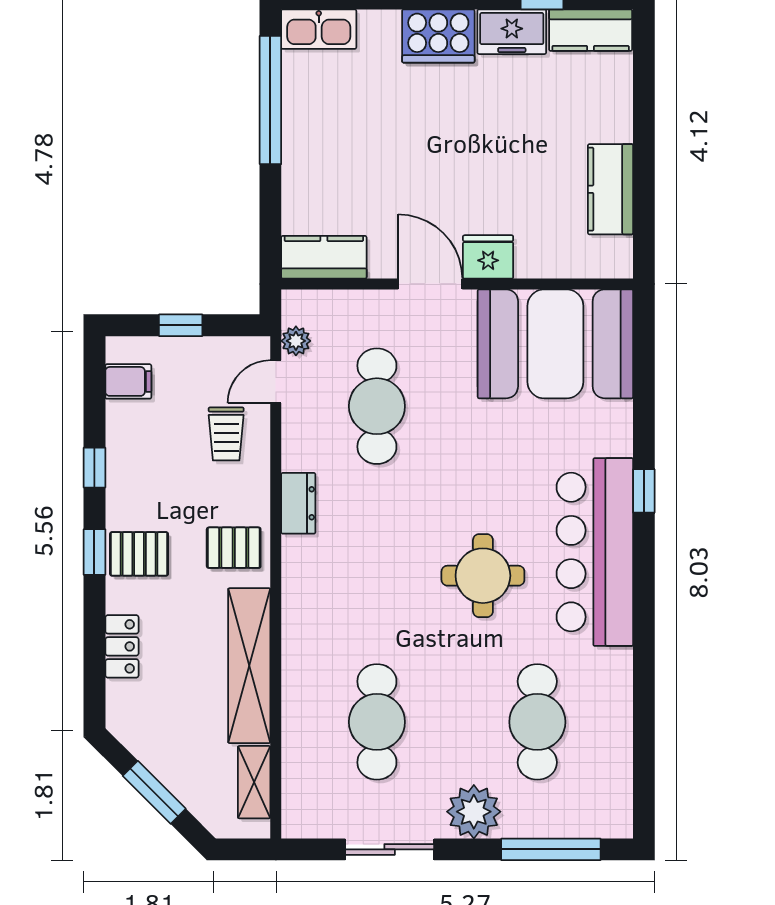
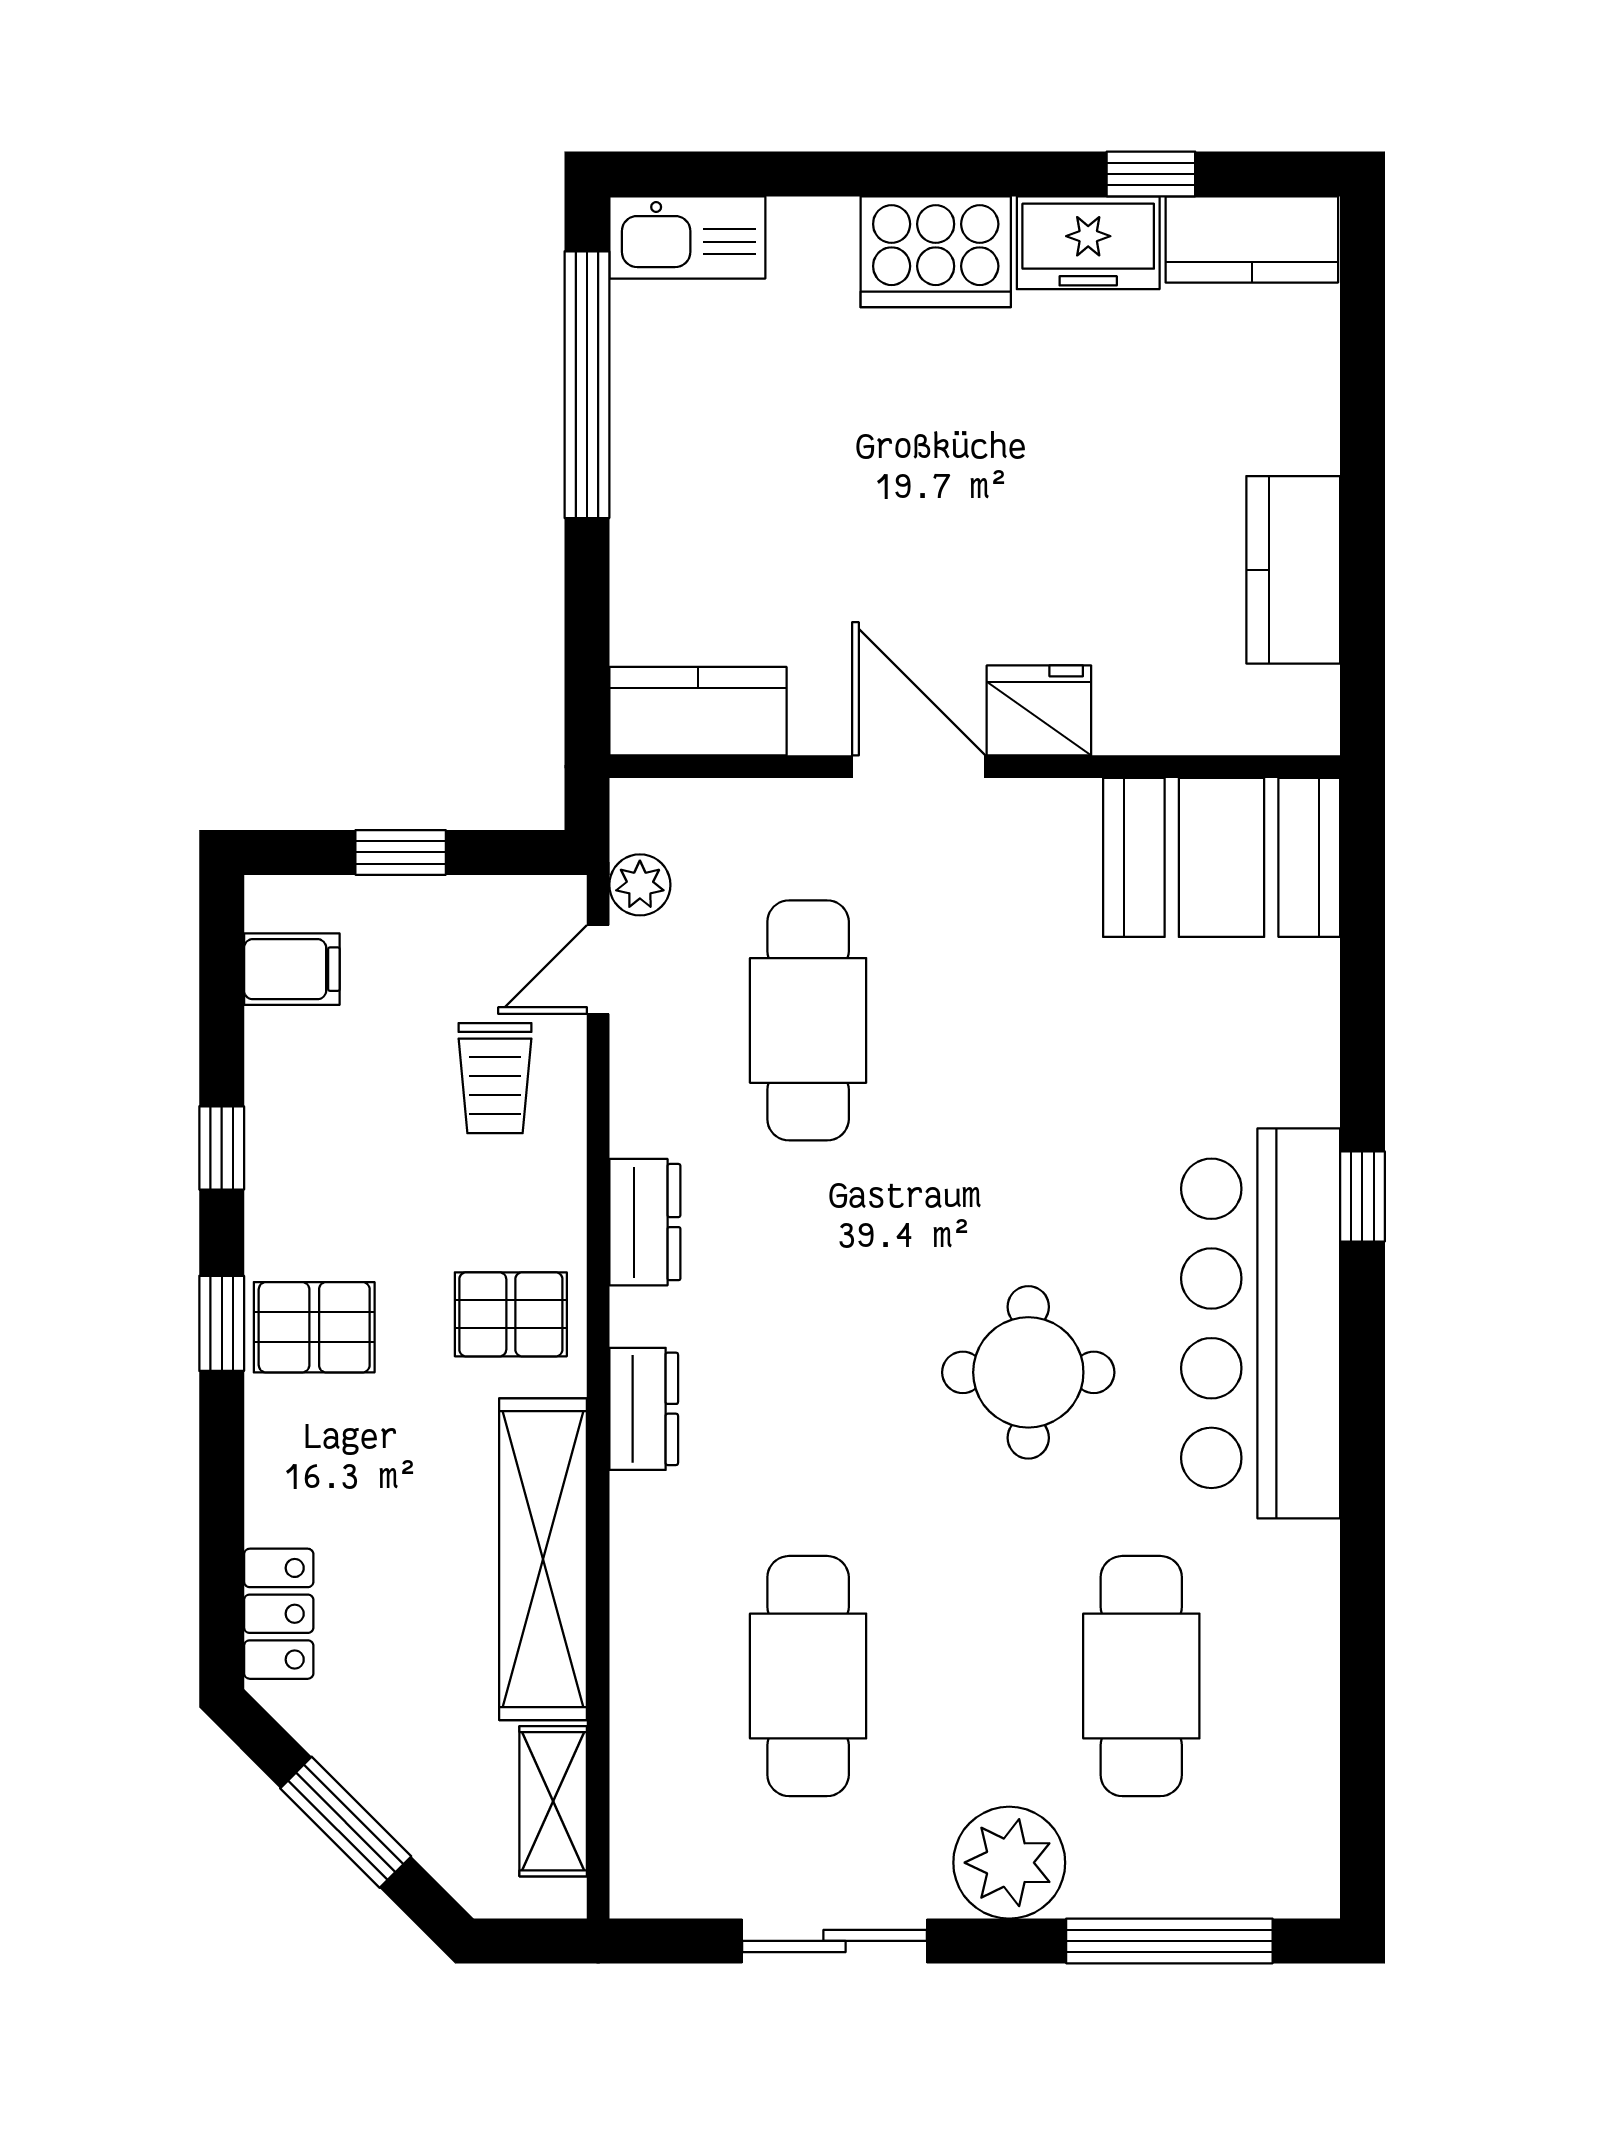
booth: (555, 344) -> (1222, 857), width x0.73, depth x0.70
dresser: (298, 593) -> (644, 1409), added
locker: (122, 646) -> (279, 1614), moved

